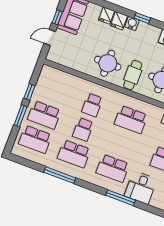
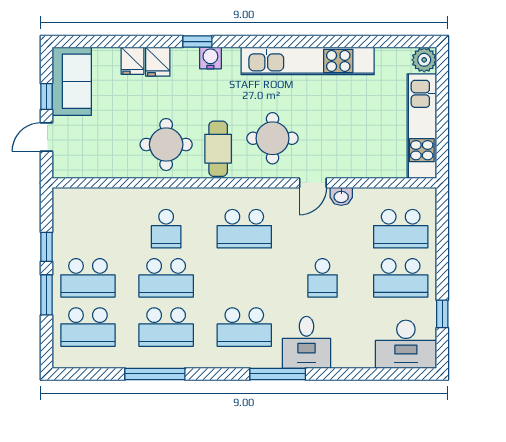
water cooler: (132, 23) -> (210, 58), moved
school desk: (83, 129) -> (166, 278), width x1.85

